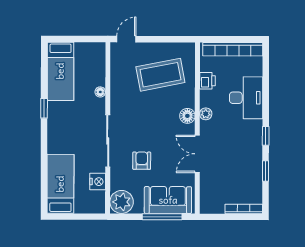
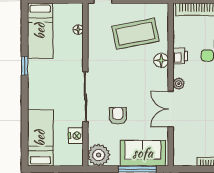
printer: (207, 81) -> (180, 56), moved
floor lamp: (100, 92) -> (78, 30), moved
plant: (206, 114) -> (179, 84), moved
floor lamp: (187, 116) -> (161, 60), moved

